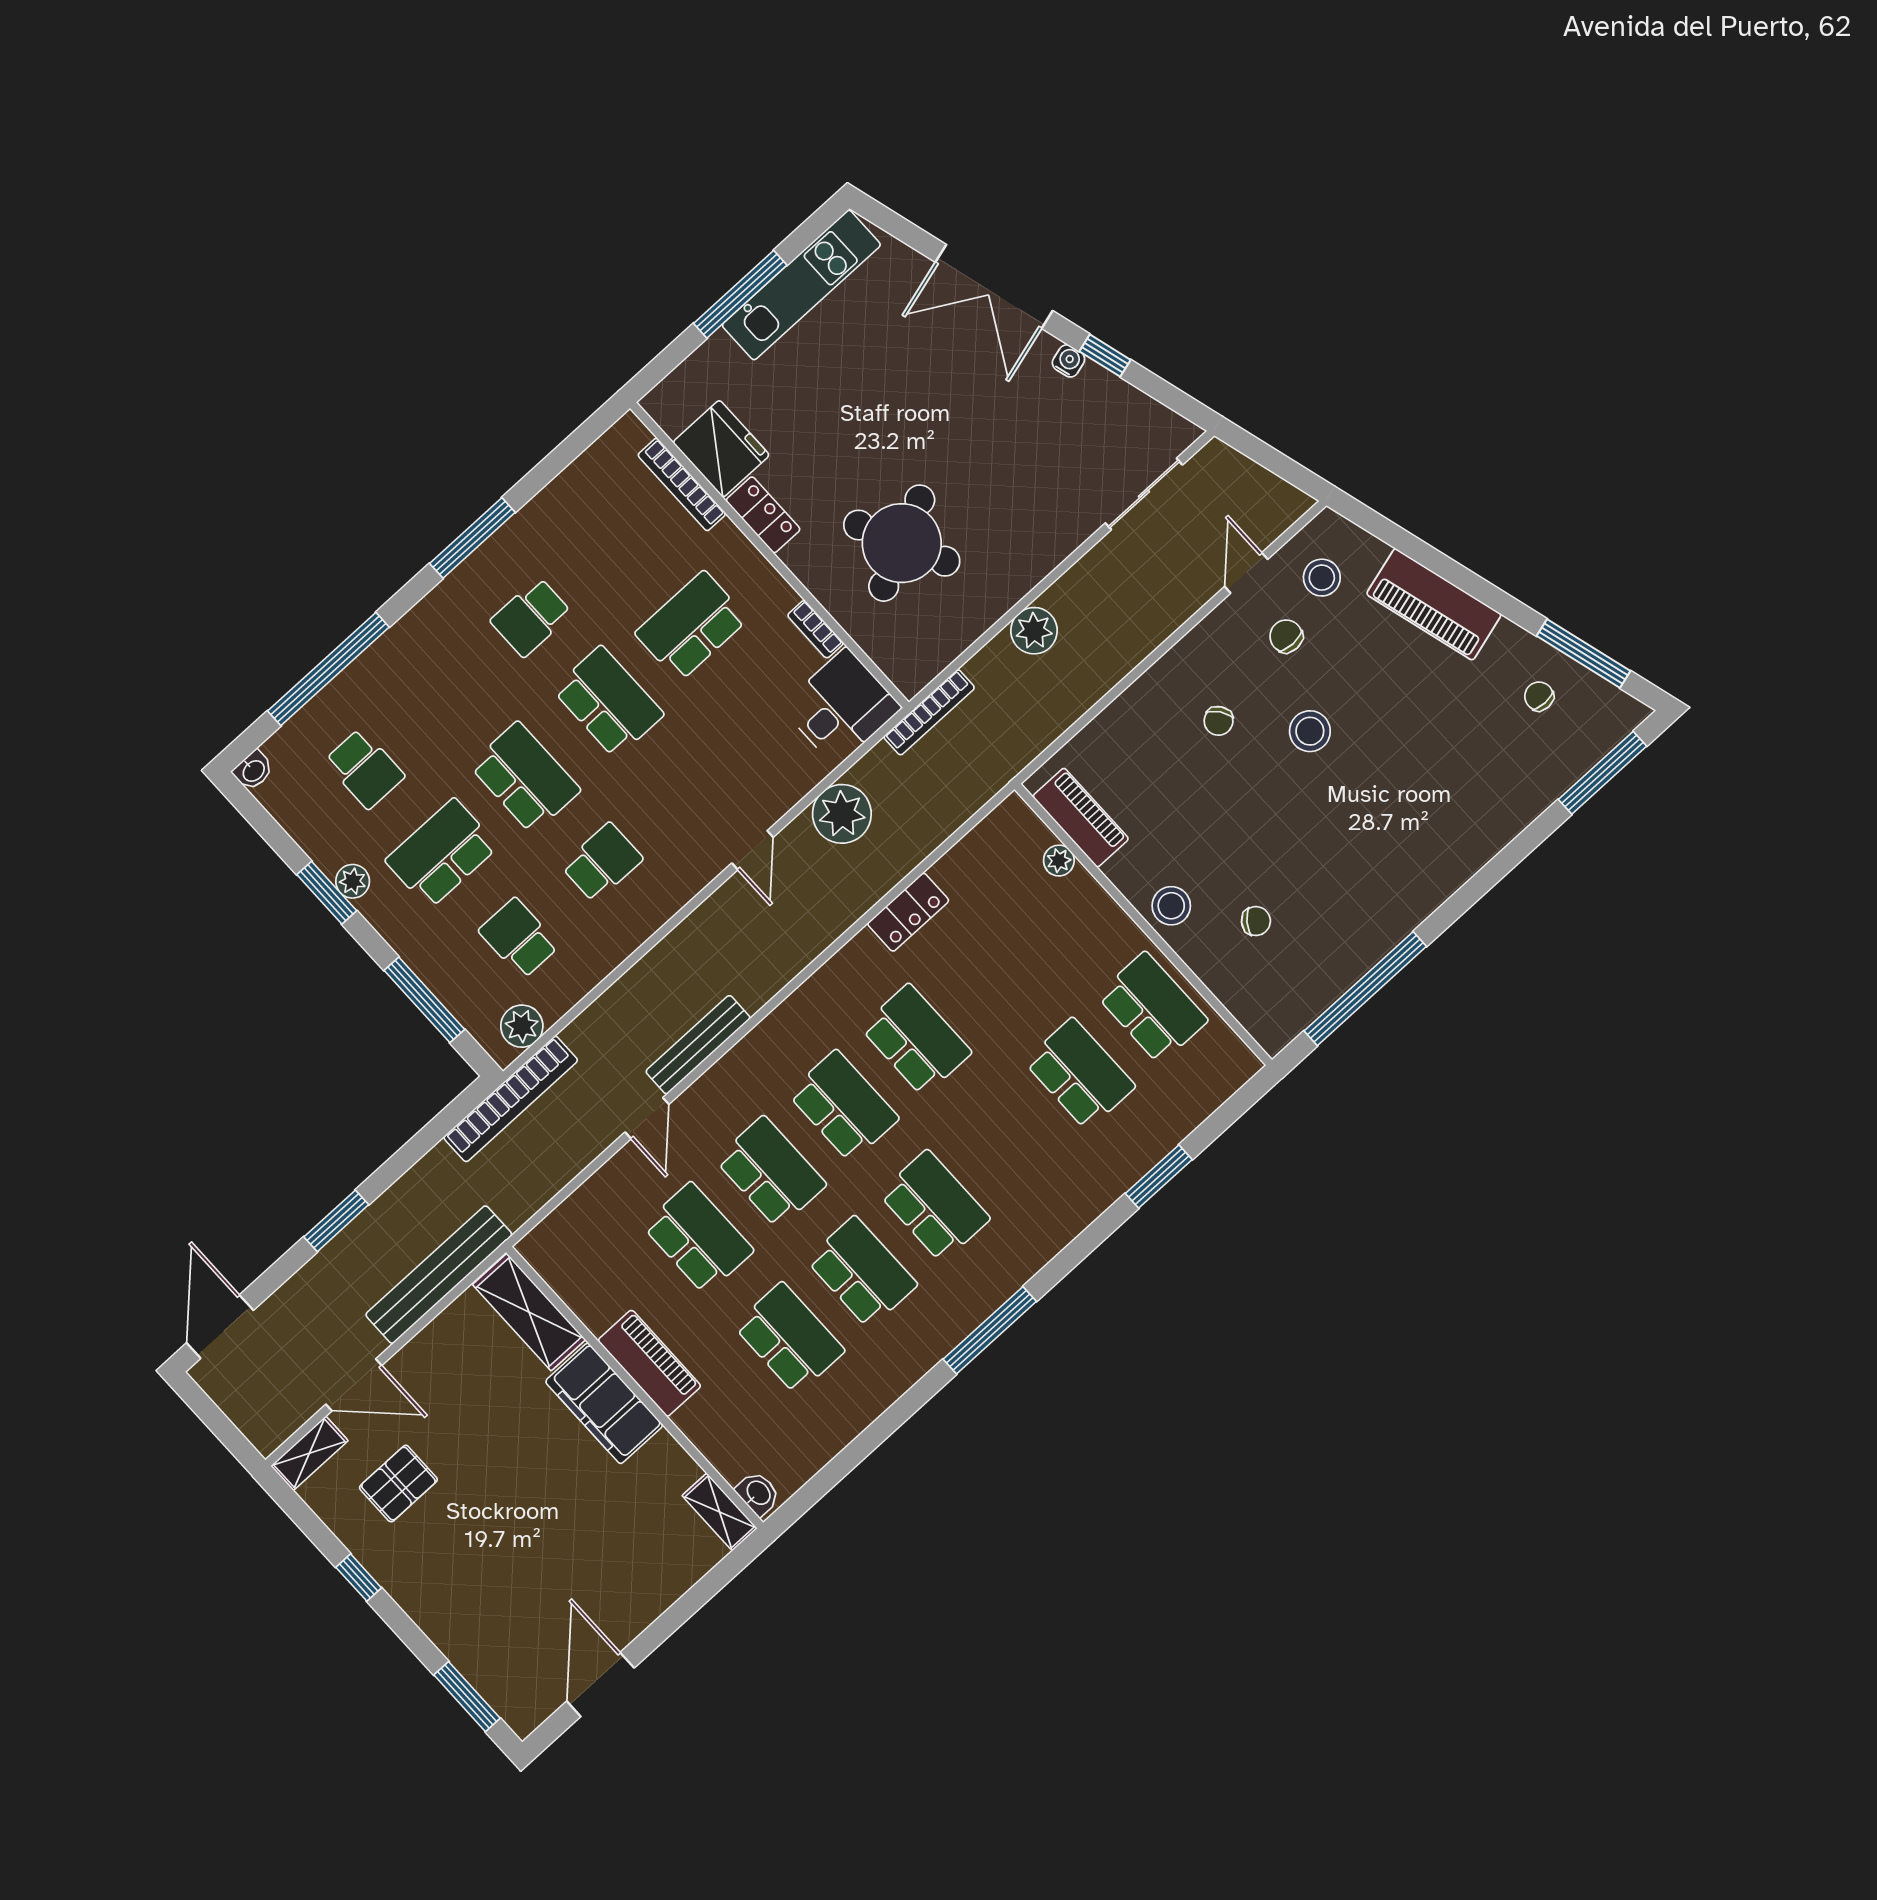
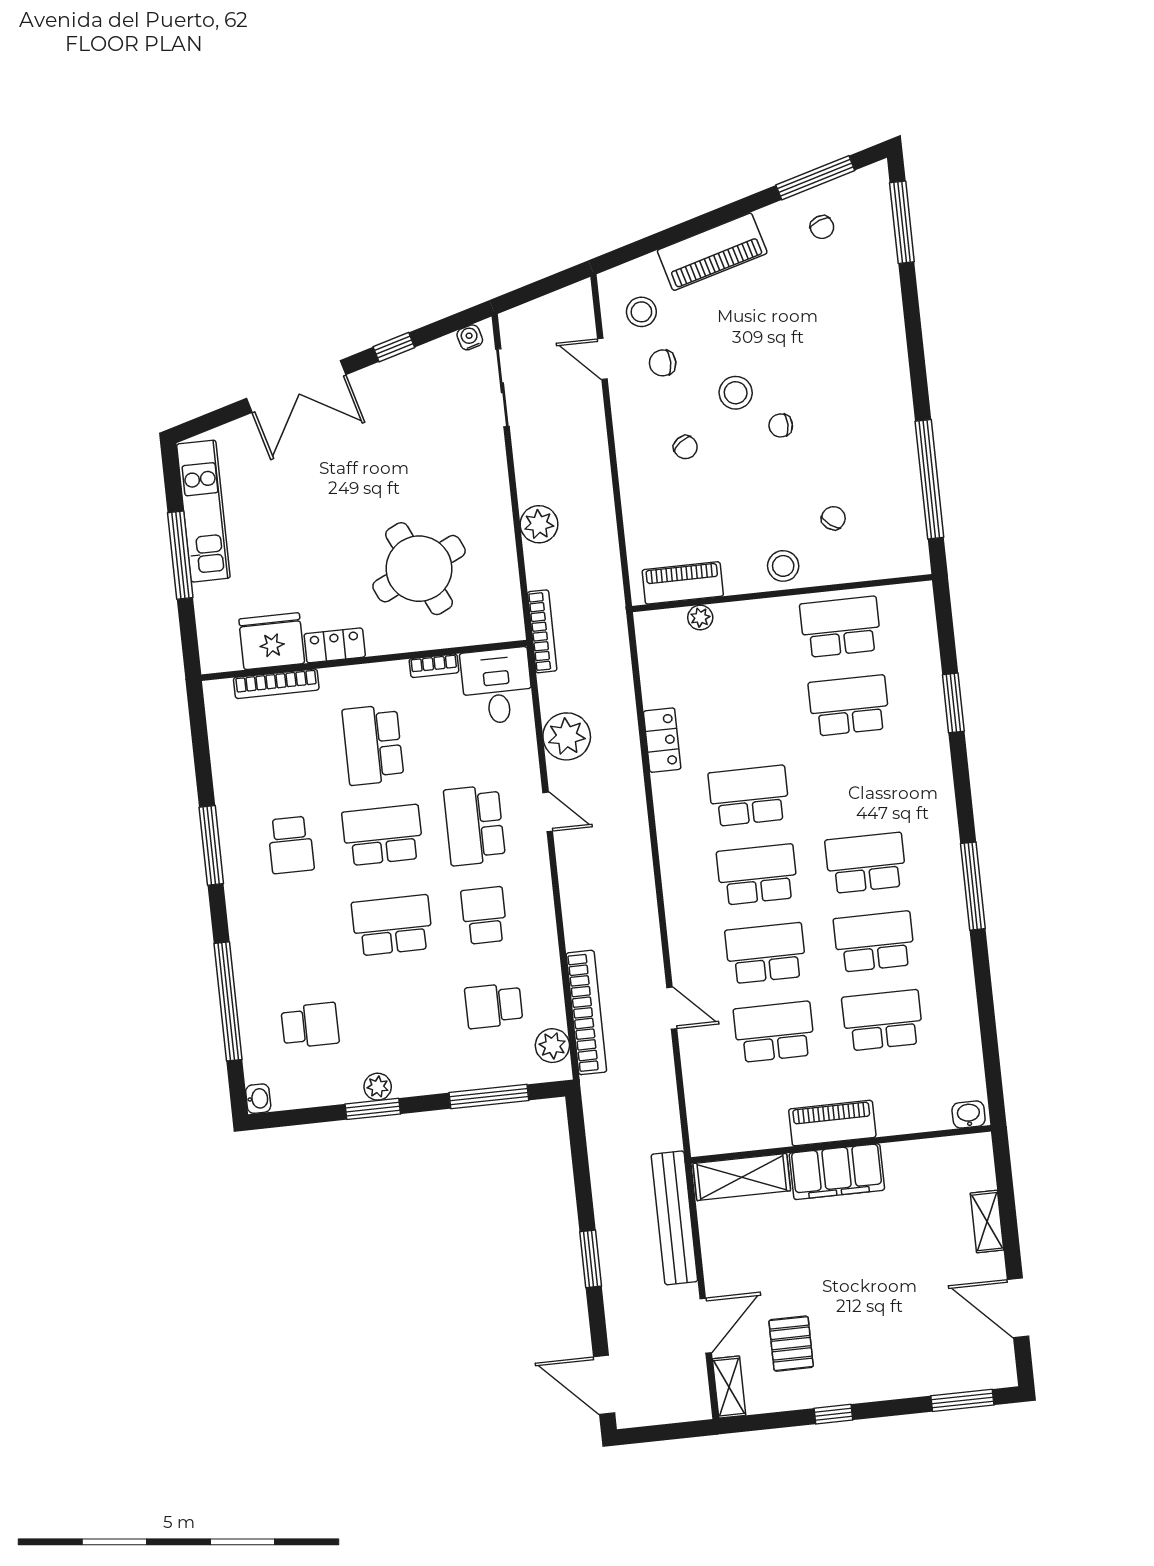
water cooler: (1068, 361) -> (470, 337), moved
chair: (1539, 696) -> (822, 227), turned -111
chair: (1310, 800) -> (781, 425), added
school desk: (442, 853) -> (474, 825), moved
bench: (698, 1045) -> (648, 940), removed
bookcase: (511, 1099) -> (586, 1012), moved
shelving: (720, 1512) -> (987, 1222), moved, turned 90

